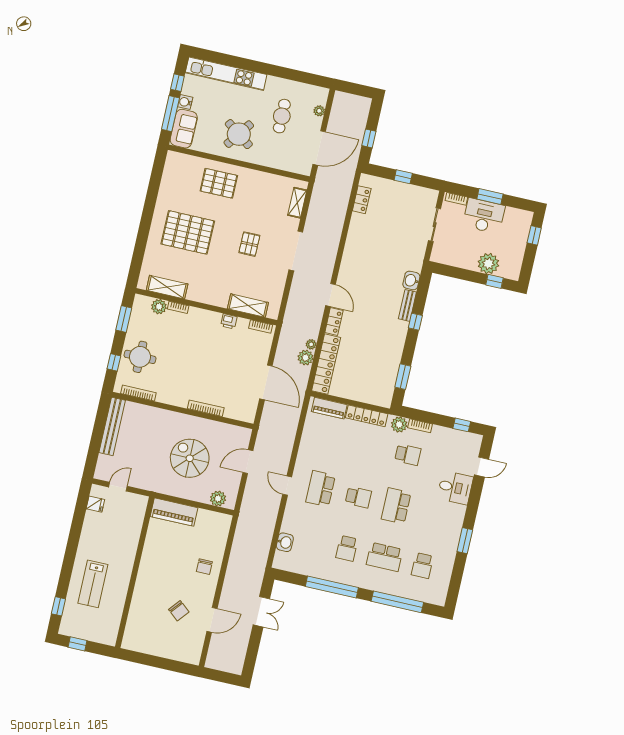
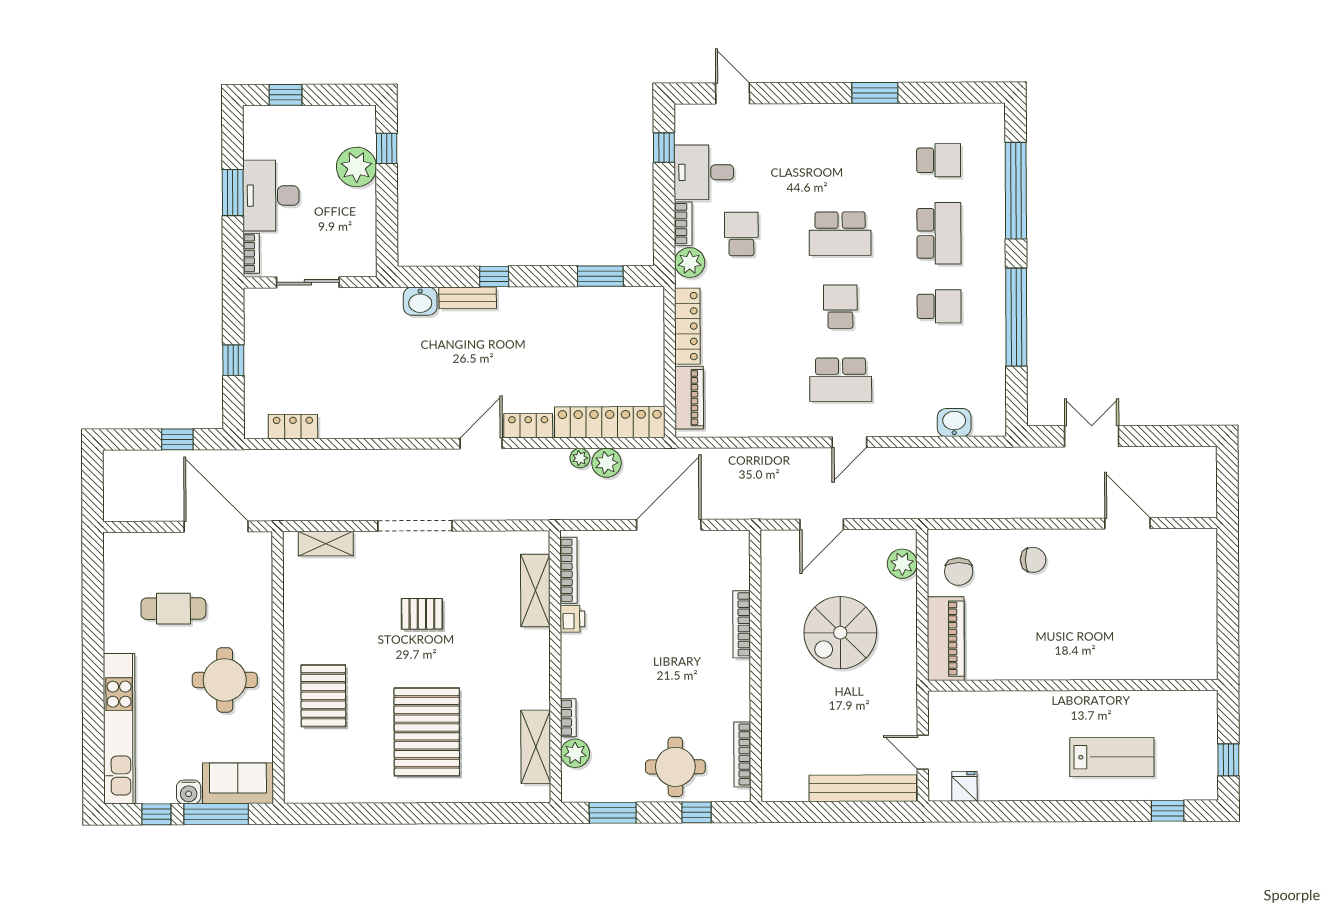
plant: (319, 111) -> (148, 542), removed
round table: (239, 134) -> (225, 680), turned -36
bookcase: (261, 327) -> (569, 570), width x1.56
bench: (112, 426) -> (863, 788), moved
door: (248, 462) -> (822, 524), hinge flipped
desk: (455, 488) -> (704, 172), moved, turned -90
chair: (179, 611) -> (959, 572), moved, turned 140

